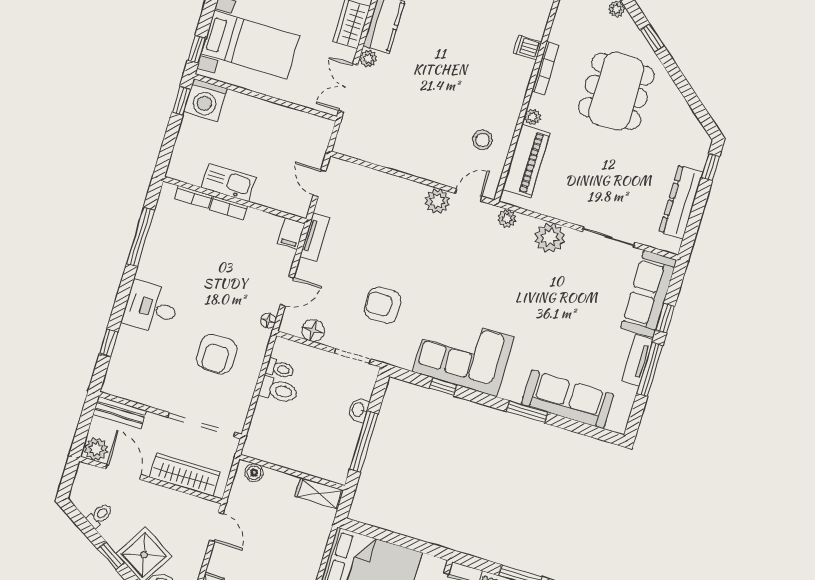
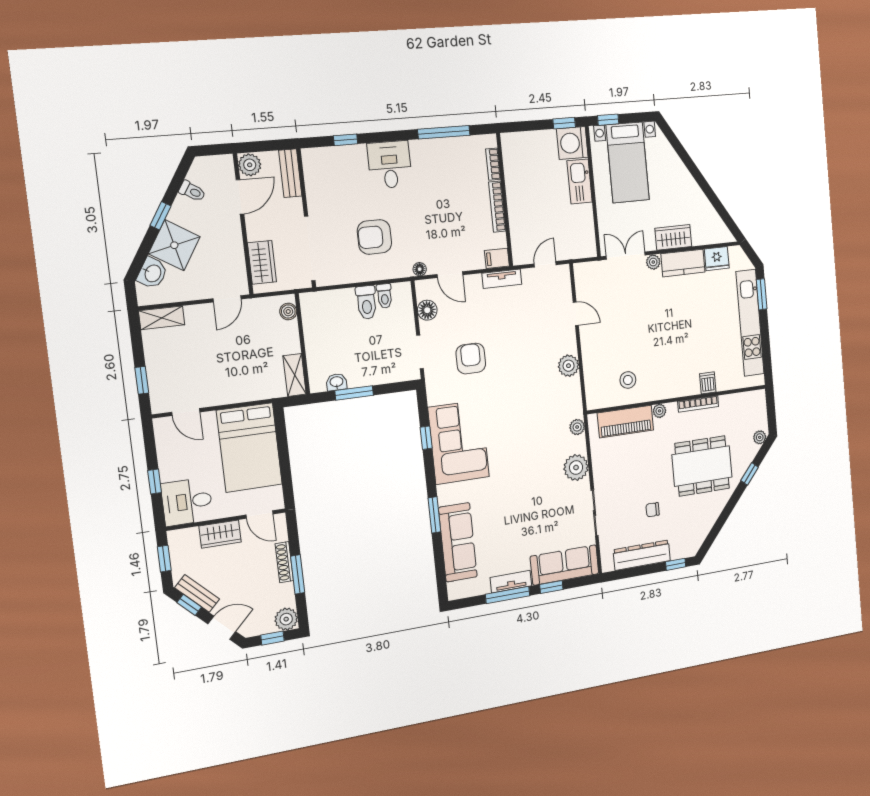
chair: (637, 169) -> (653, 510), added
kitchen sink: (229, 182) -> (580, 181), moved, turned 180
door: (469, 195) -> (576, 314), moved
bookcase: (229, 208) -> (497, 207), width x1.56
washbasin: (359, 410) -> (337, 382), moved
window: (364, 441) -> (354, 393), width x0.69
wardrobe: (185, 475) -> (262, 262), width x0.67

